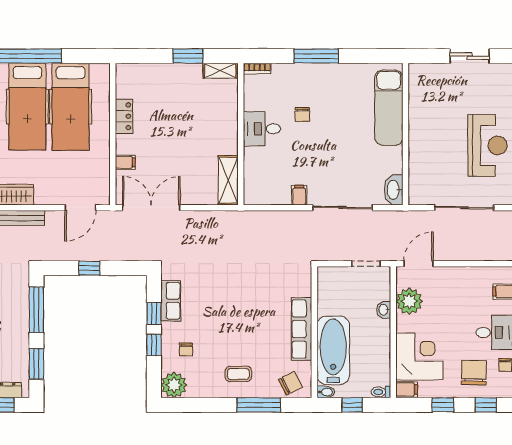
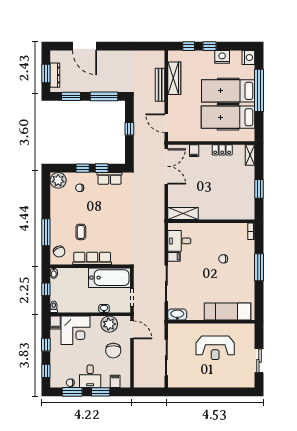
shelving: (220, 71) -> (250, 155), moved
desk: (262, 129) -> (179, 241), moved, turned -90
reception desk: (487, 145) -> (215, 348), moved
bathtub: (333, 350) -> (110, 278), moved
chair: (474, 373) -> (113, 351), moved, turned 89
coffee table: (238, 374) -> (81, 232), moved

